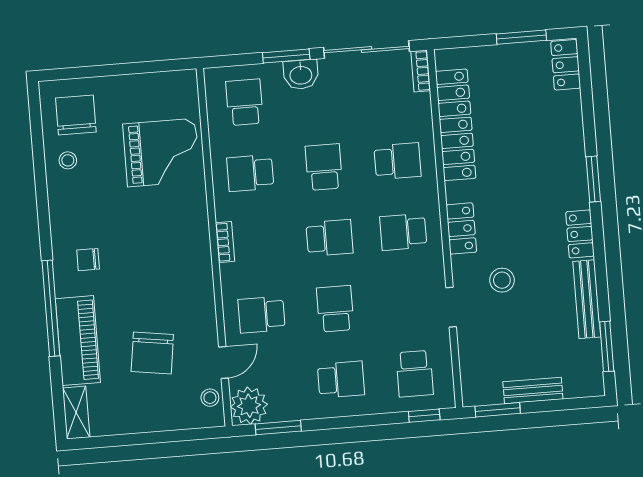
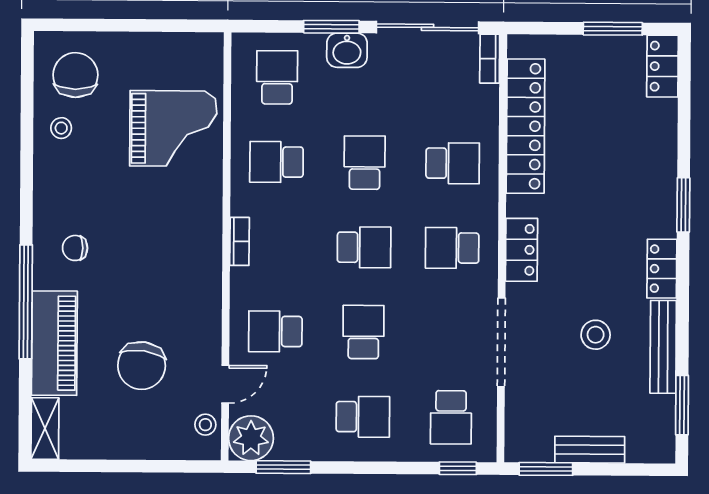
stool: (502, 280) -> (596, 335), moved
doorway: (451, 307) -> (501, 342), width x1.88

